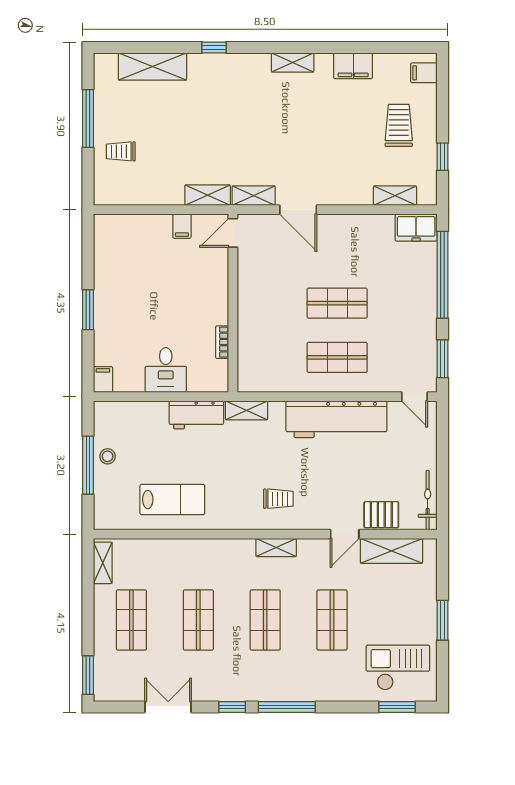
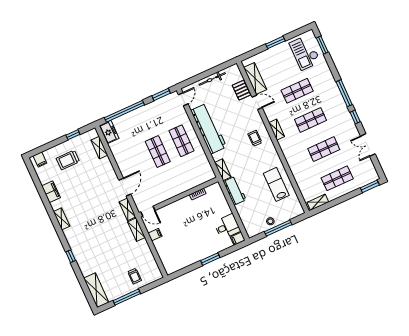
shelving: (152, 66) -> (96, 290), moved
desk: (166, 370) -> (227, 227), moved
bicycle: (428, 500) -> (212, 79), moved

